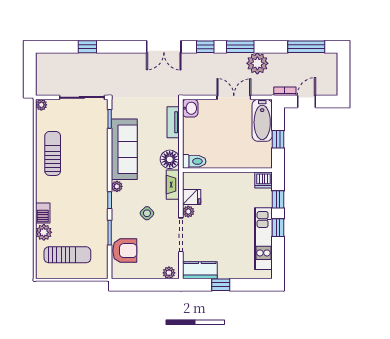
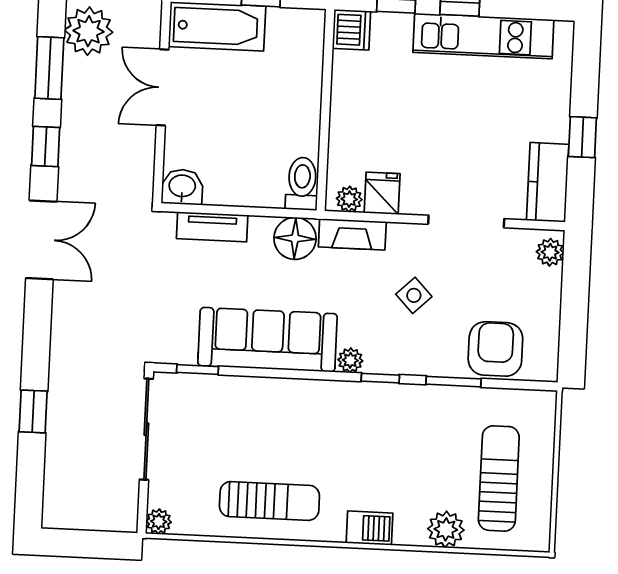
sun lounger: (53, 153) -> (269, 501), turned 180
plant: (188, 212) -> (349, 199), moved
barbecue: (43, 213) -> (369, 528), moved

